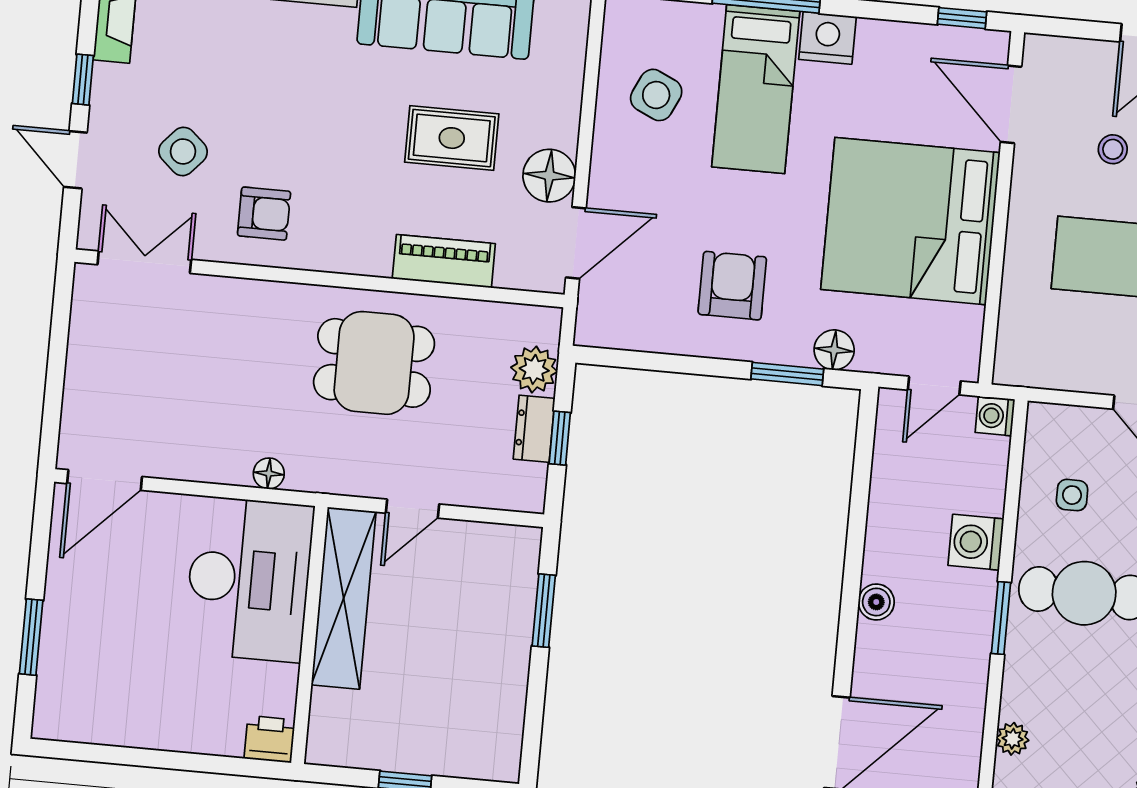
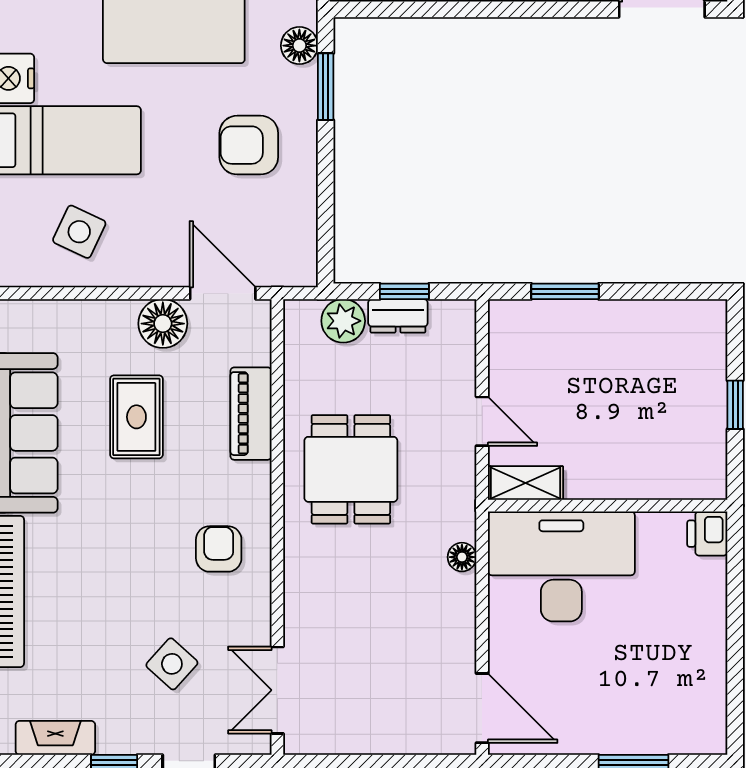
armchair: (264, 214) -> (219, 549), moved
shelving: (344, 598) -> (526, 483), width x0.45, depth x0.75

